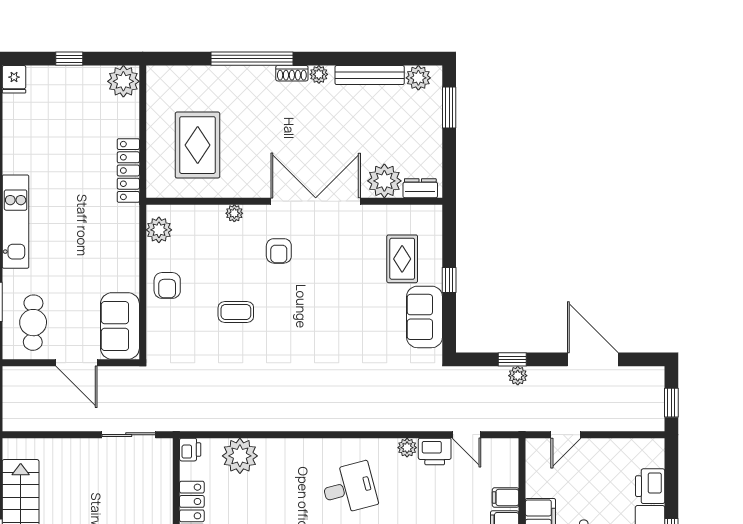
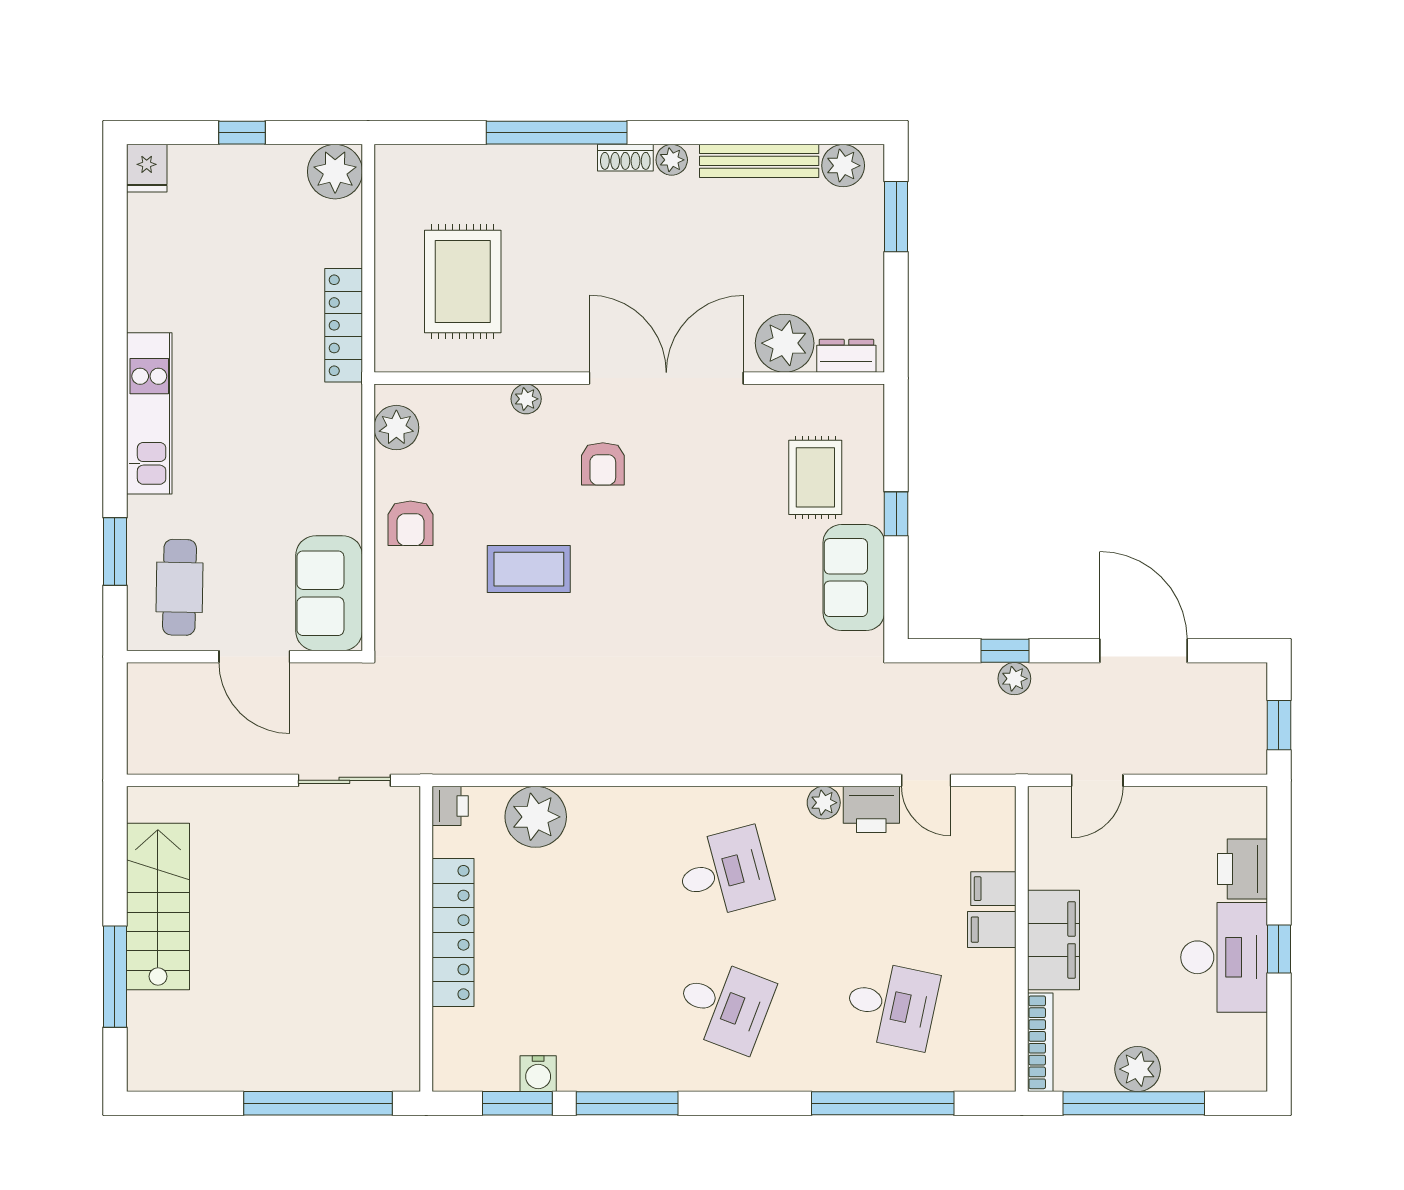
coffee table: (236, 312) -> (529, 569), width x1.36, depth x1.30

